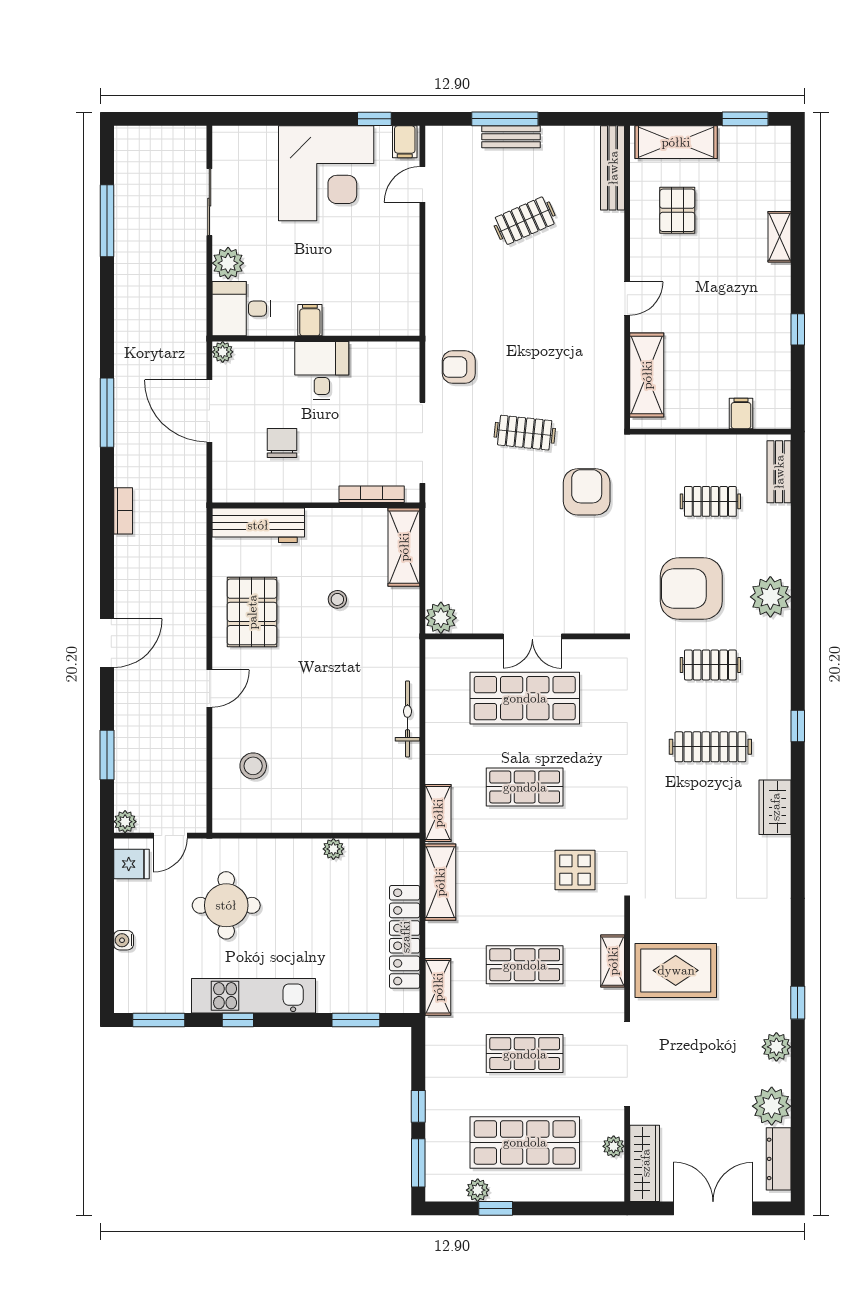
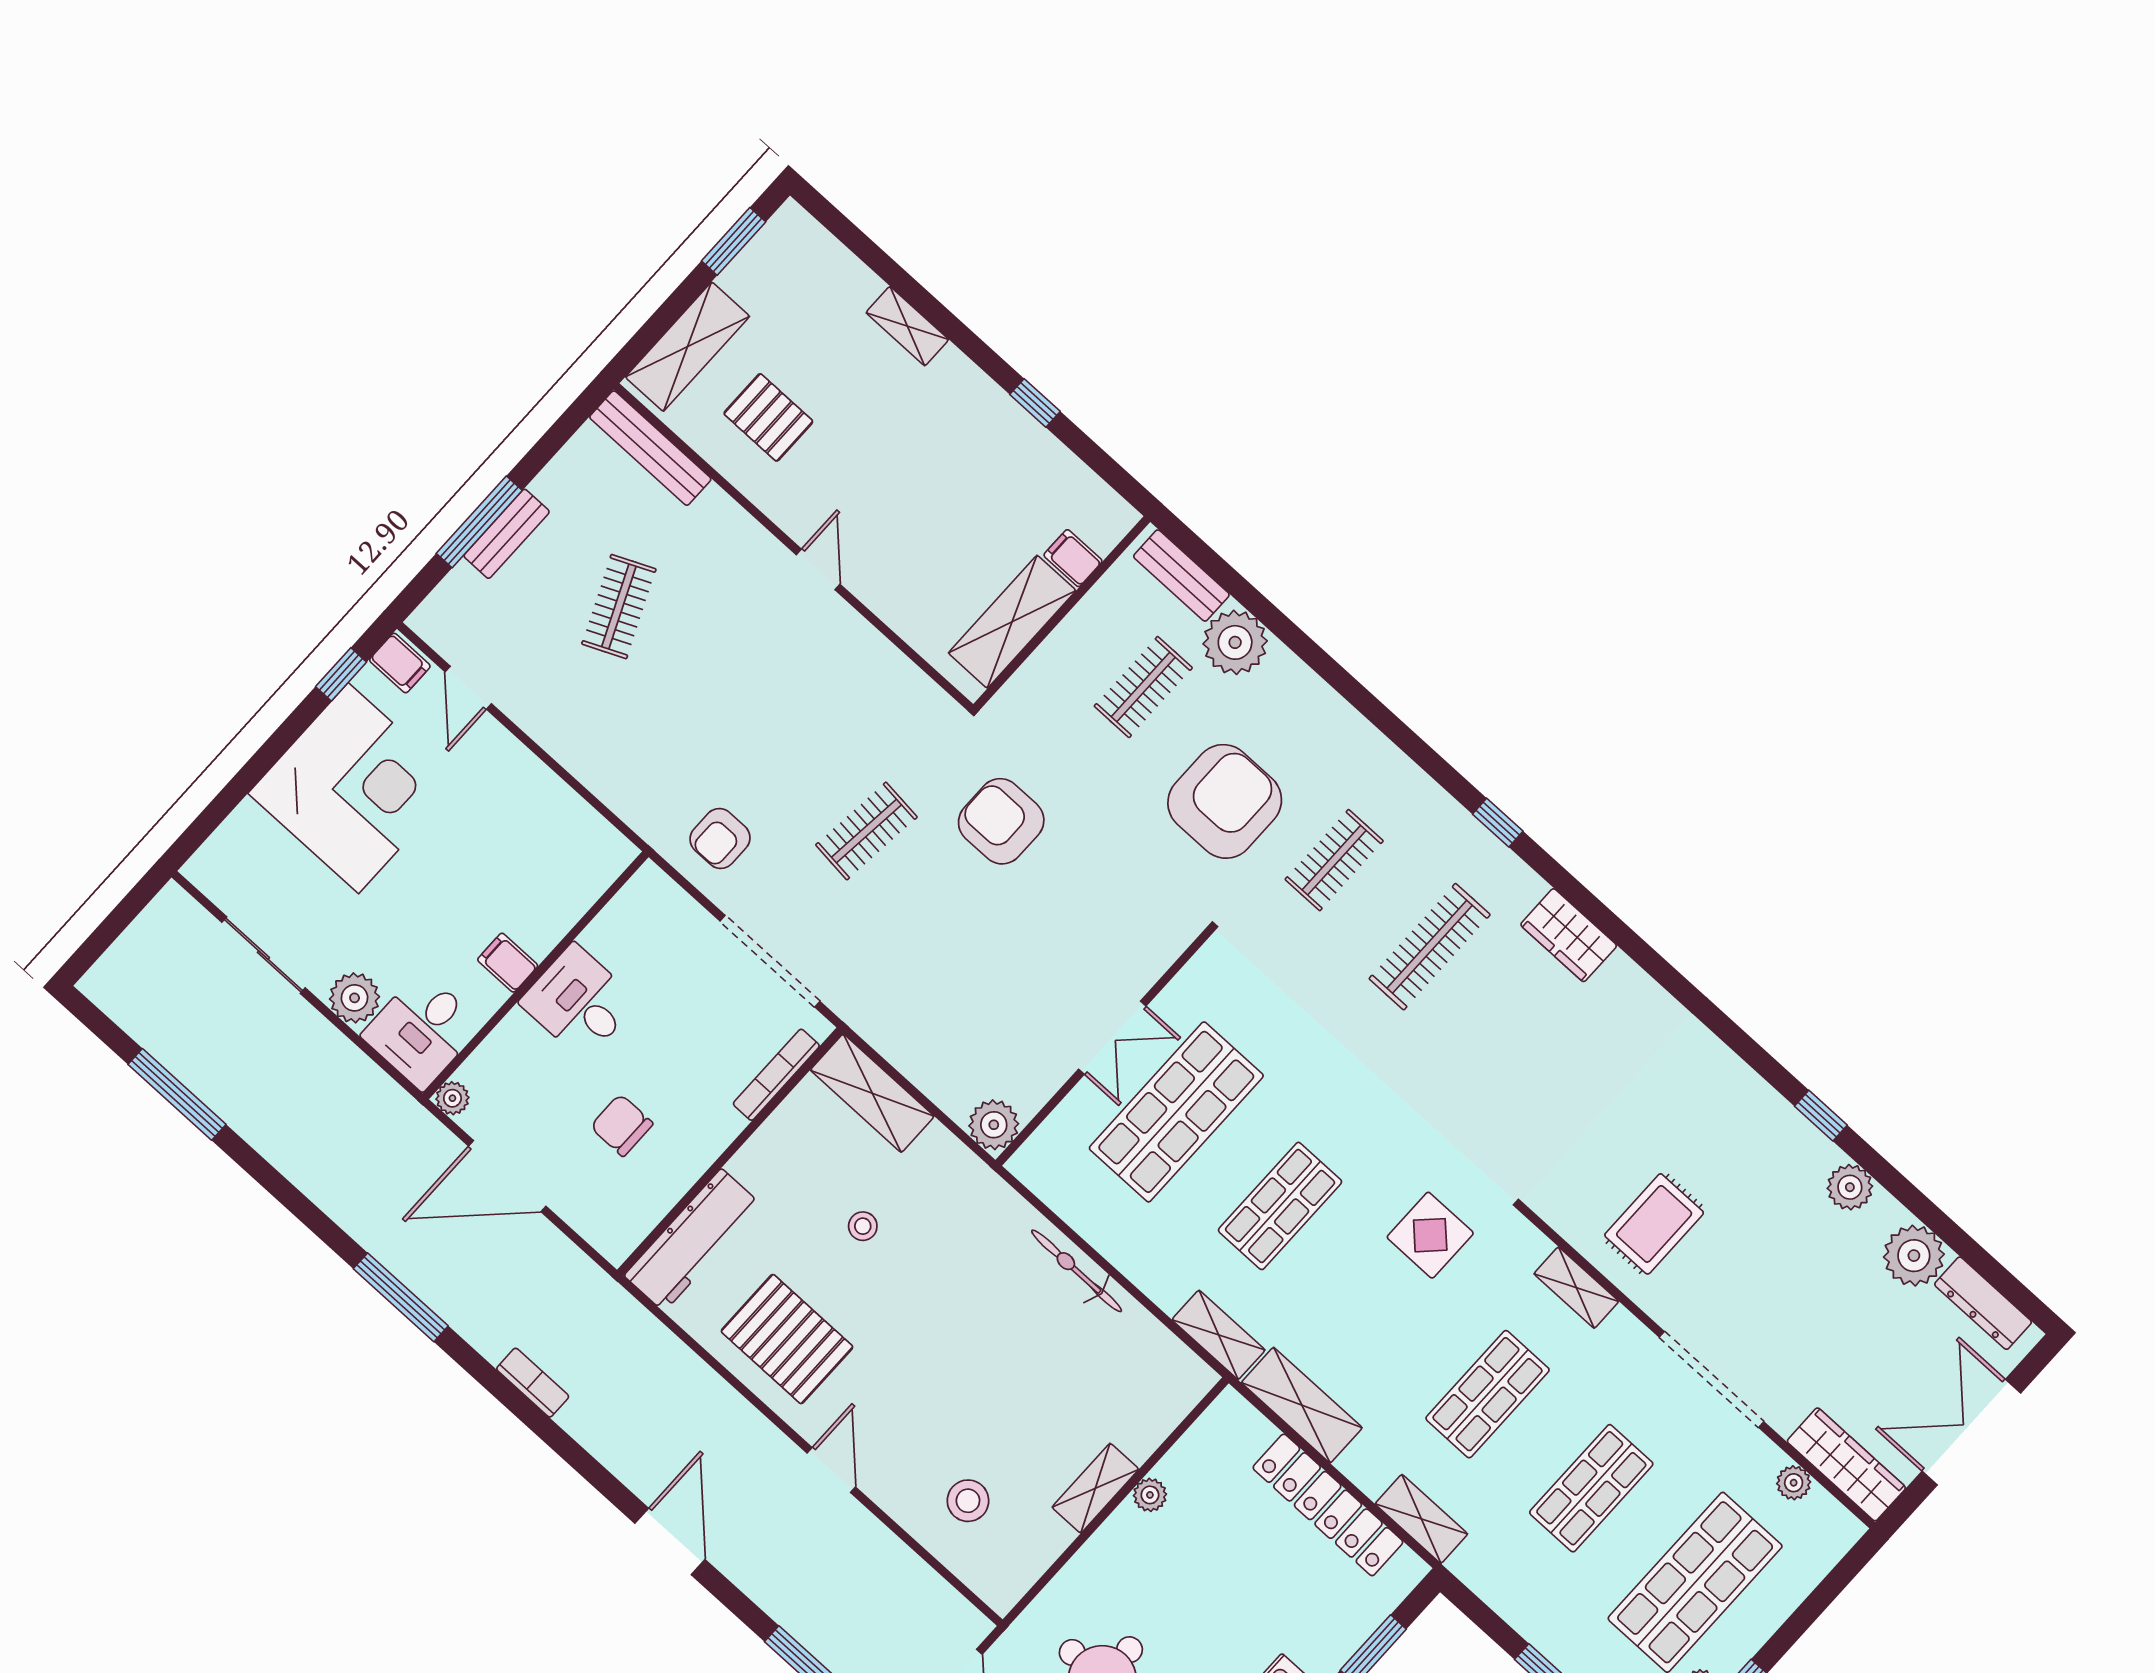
shelving: (647, 375) -> (1012, 622), moved, turned 90
armchair: (691, 588) -> (1225, 801), turned 180
plant: (770, 597) -> (1235, 642), moved
shelving: (313, 820) -> (1095, 1488), added
rug: (676, 970) -> (1654, 1224), width x0.73, depth x0.70

